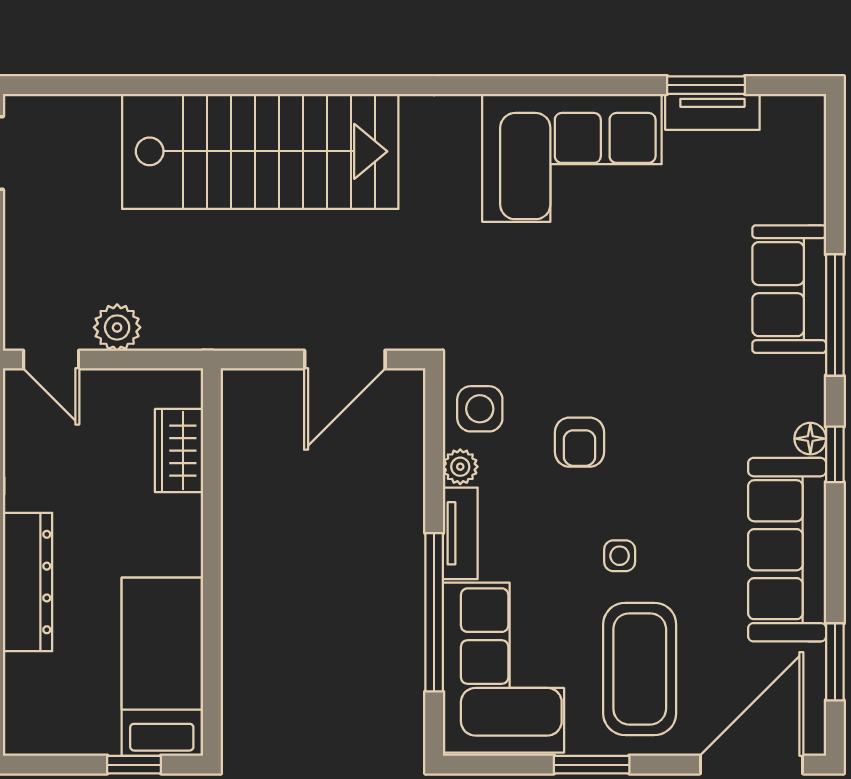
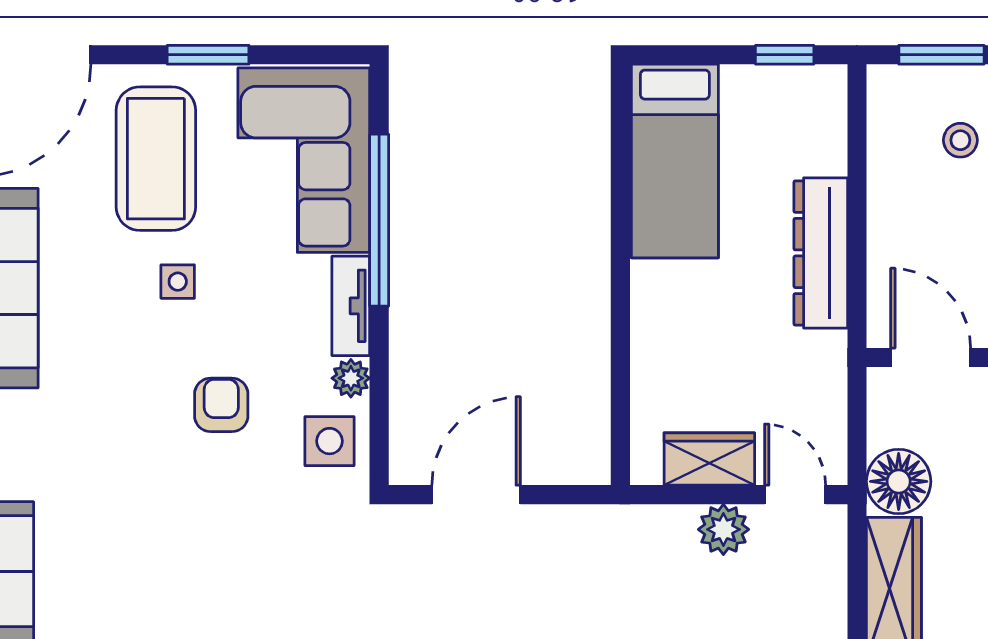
wardrobe: (179, 451) -> (709, 459), moved, turned -90
window: (134, 765) -> (785, 55), moved

